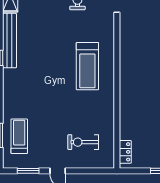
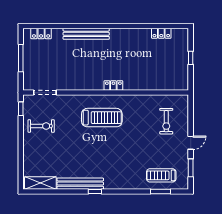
locker: (125, 152) -> (113, 85), moved

